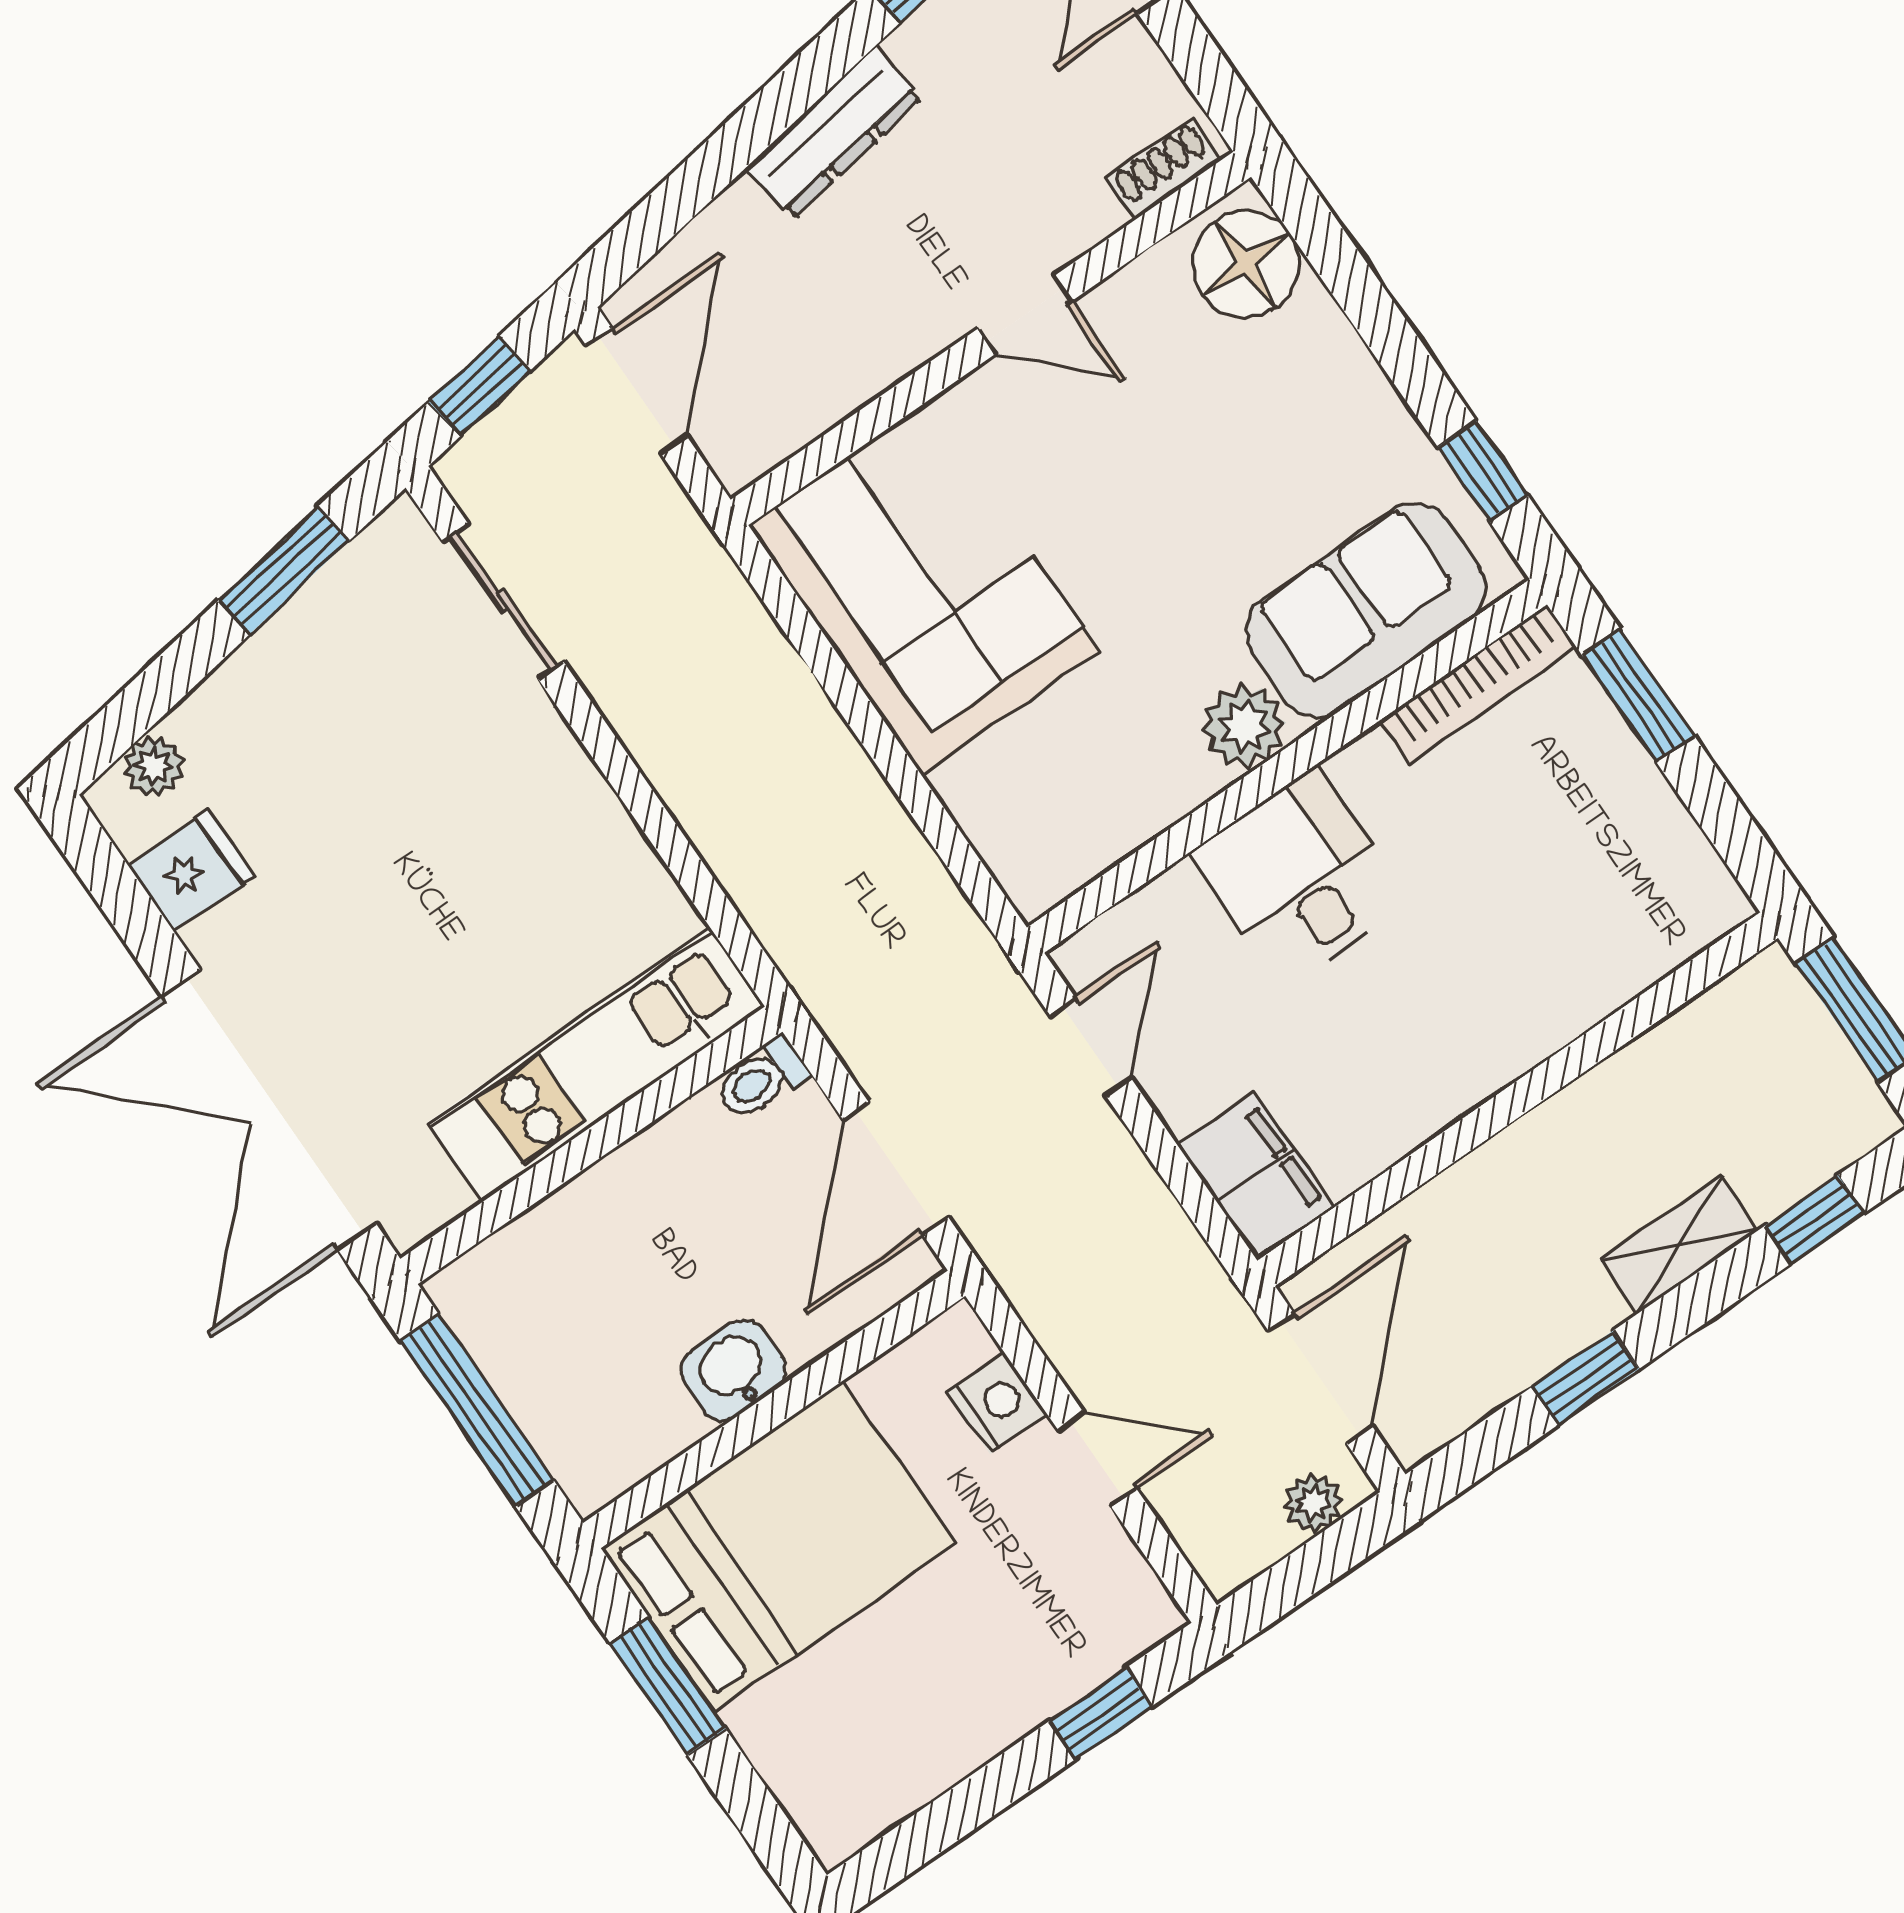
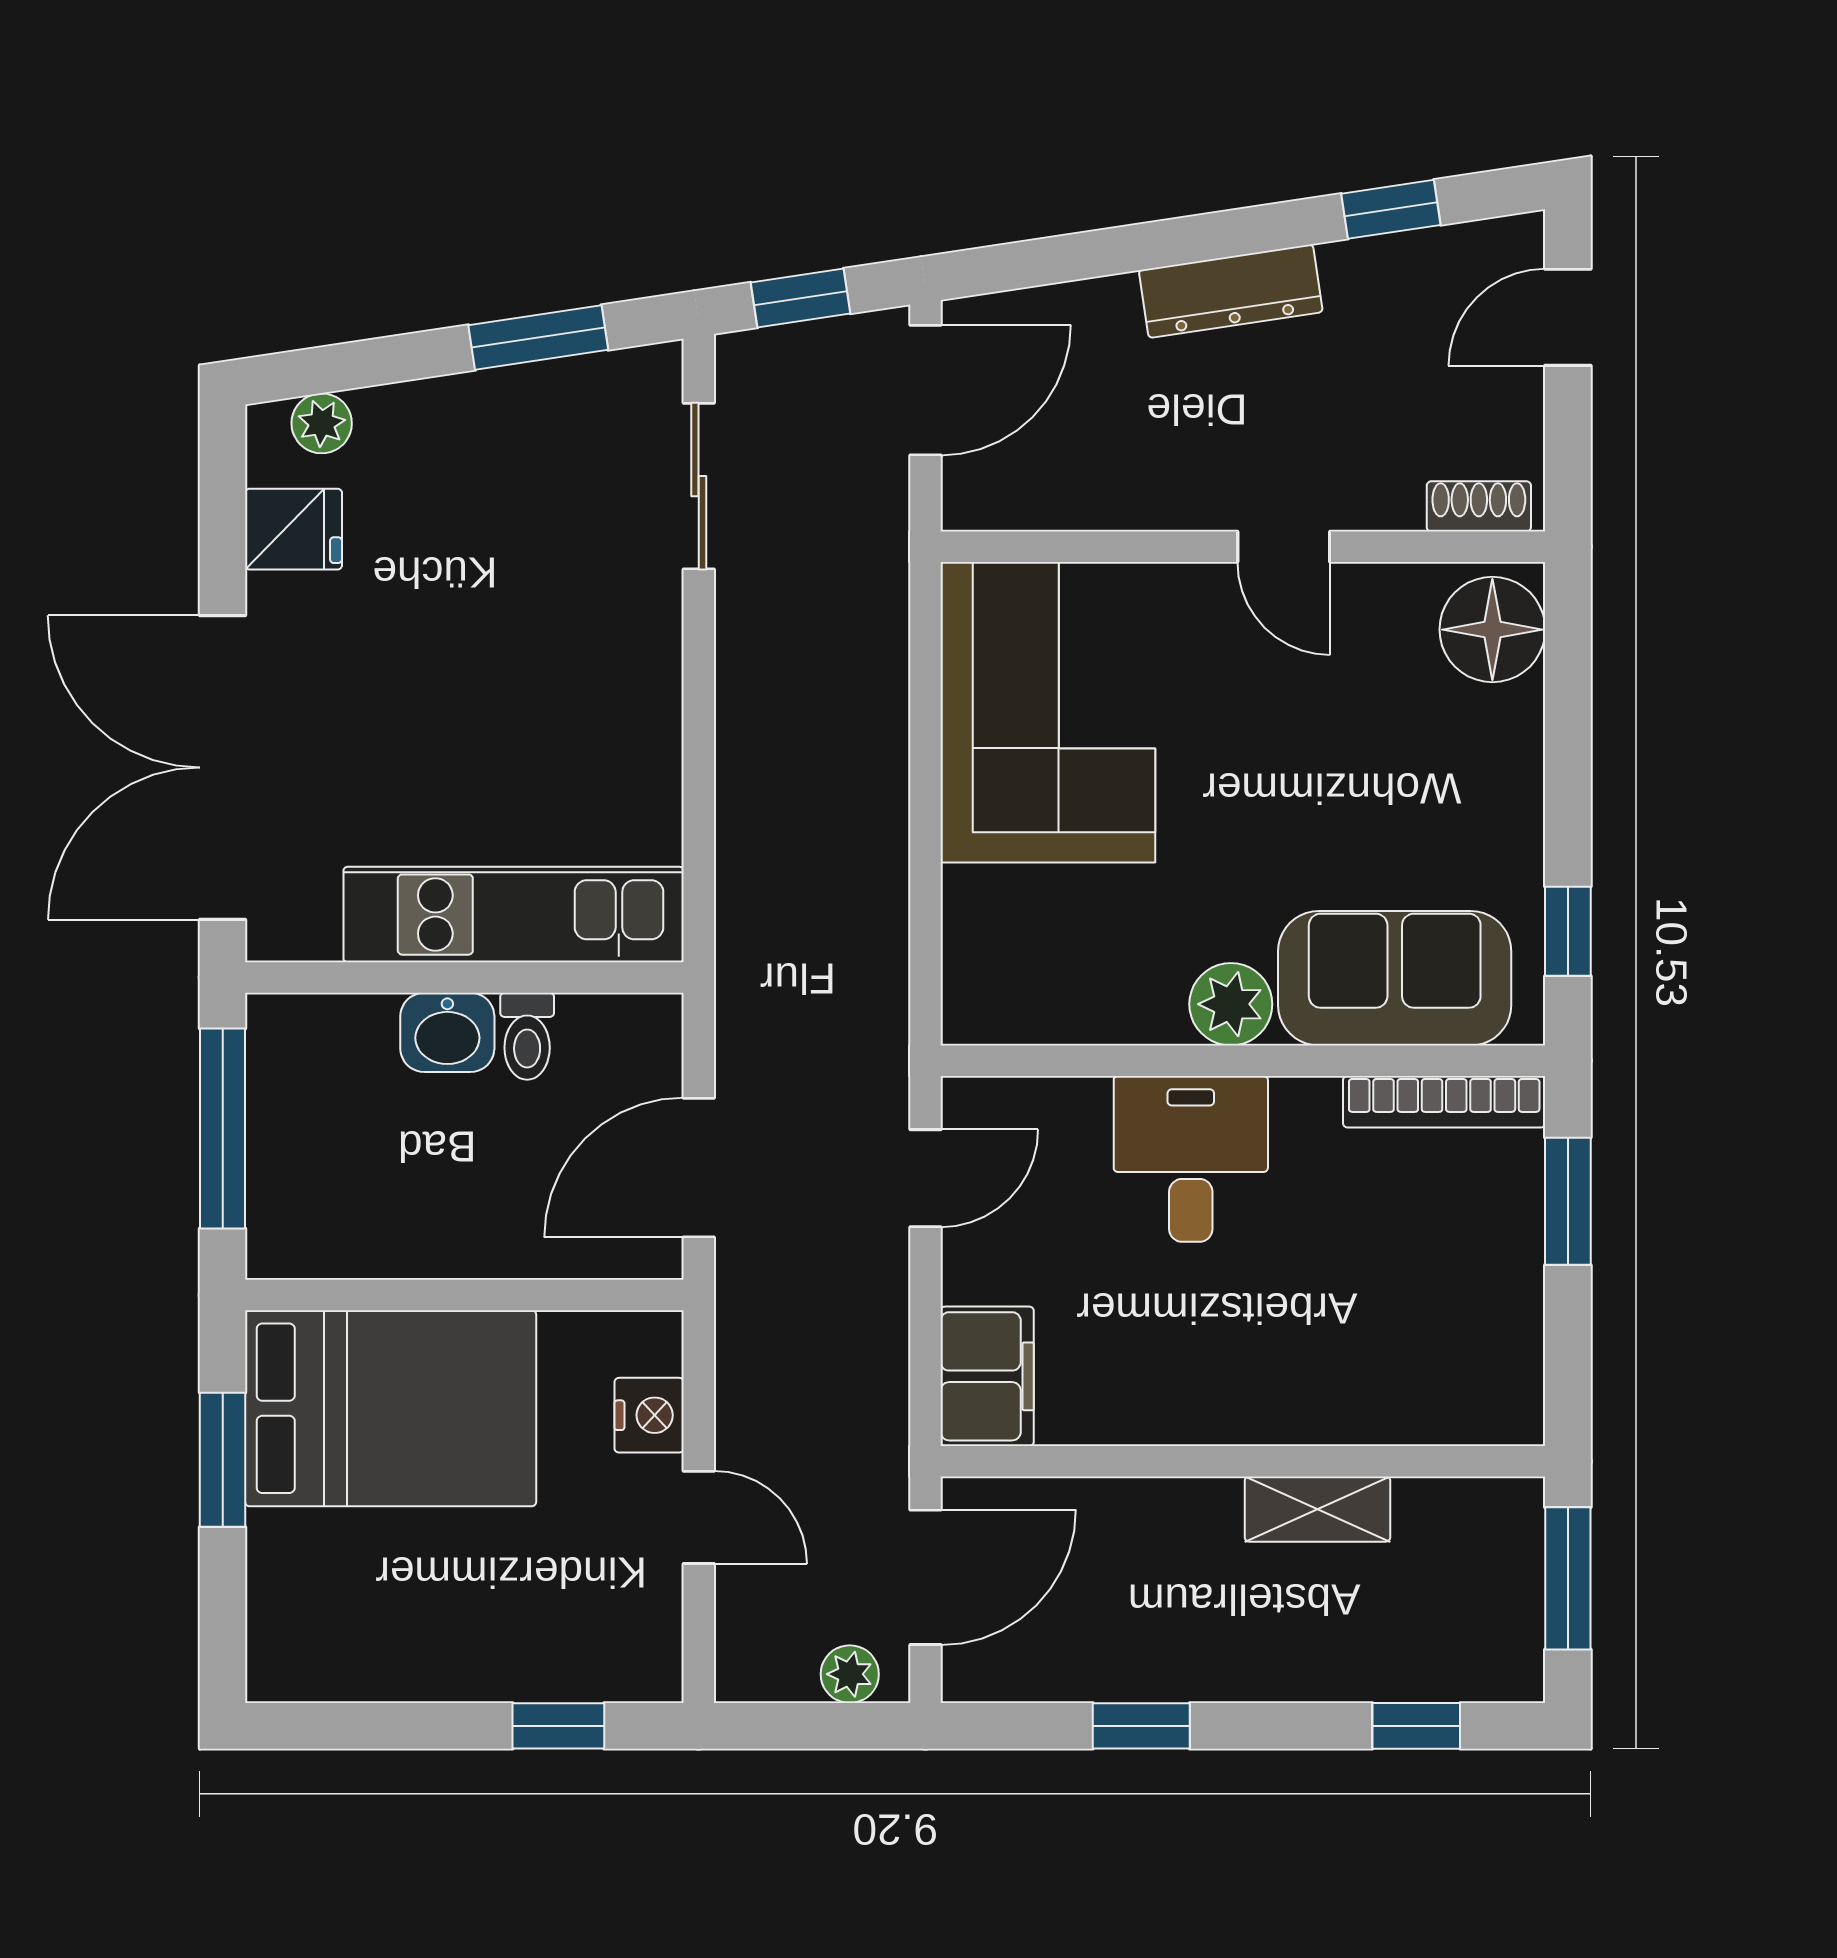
toilet: (762, 1079) -> (527, 1036), moved, turned -90
shelving: (1679, 1245) -> (1318, 1509), moved
washbasin: (734, 1370) -> (447, 1032), moved, turned 180

